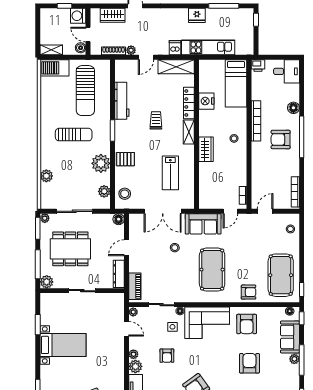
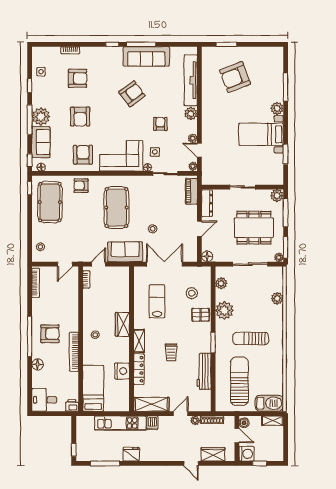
stool: (125, 194) -> (192, 293), moved
plant: (133, 354) -> (193, 138), moved
plant: (294, 359) -> (41, 117), width x1.88, depth x1.88
plant: (47, 372) -> (277, 108), added

